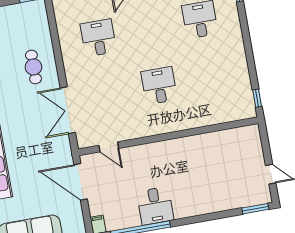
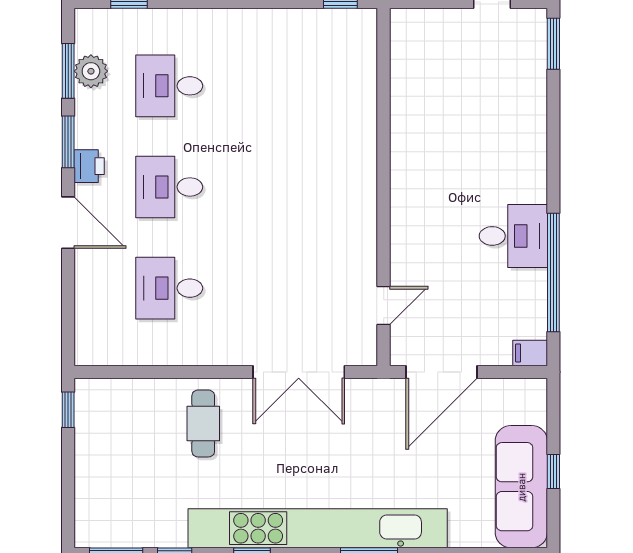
cafe table: (33, 67) -> (203, 423), turned 90
desk: (159, 86) -> (169, 187), moved

